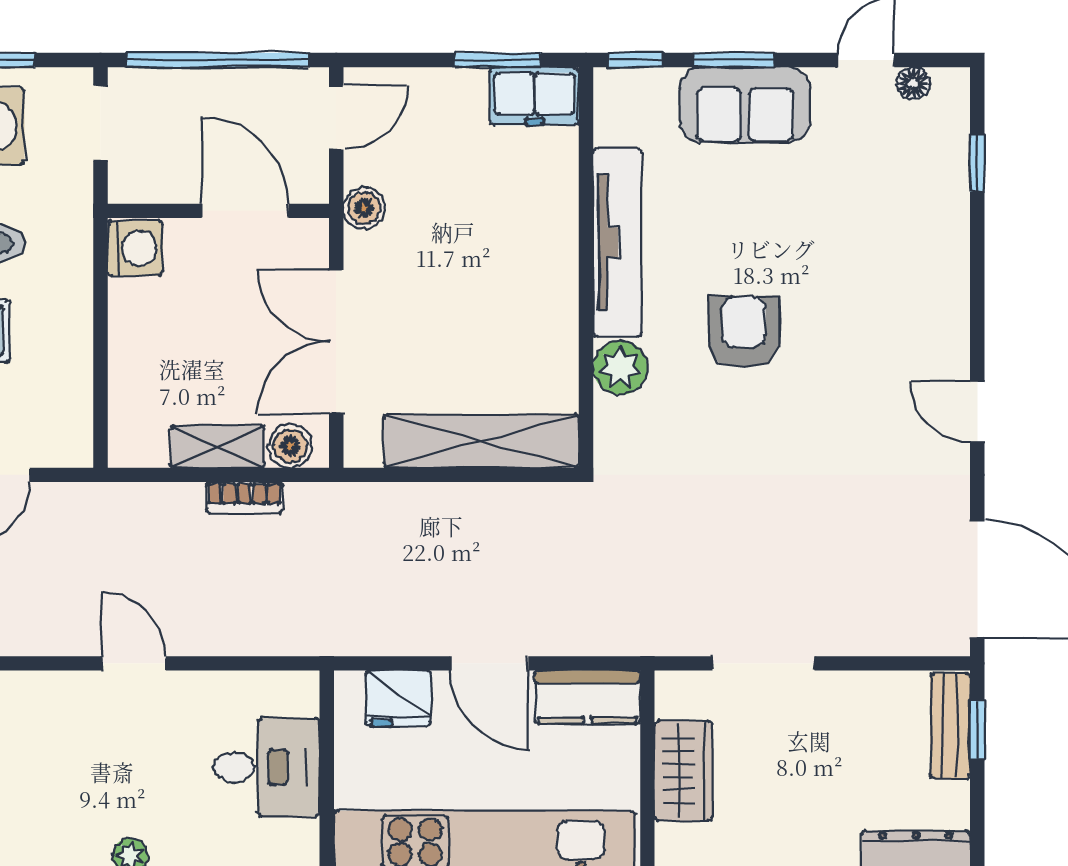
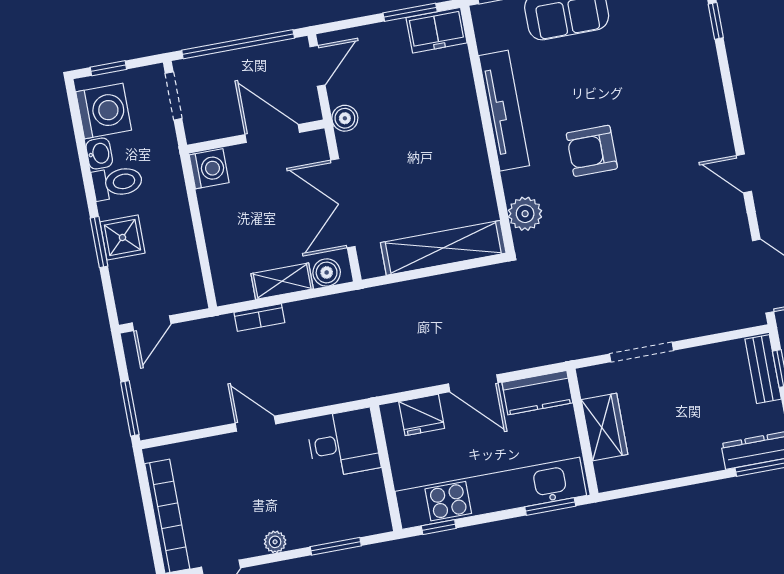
armchair: (744, 332) -> (592, 151), turned -90
plant: (620, 368) -> (525, 214), moved
bookcase: (244, 497) -> (259, 318), moved
desk: (267, 767) -> (343, 443), moved

